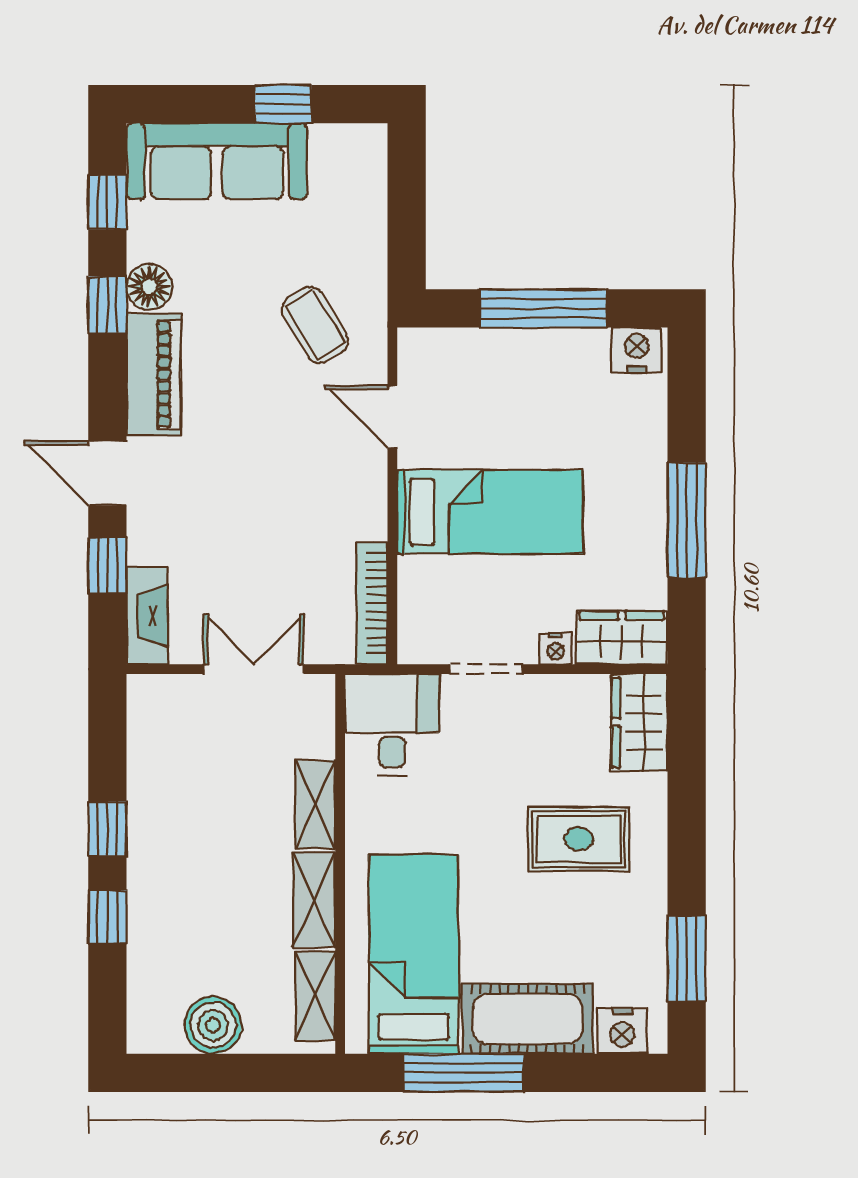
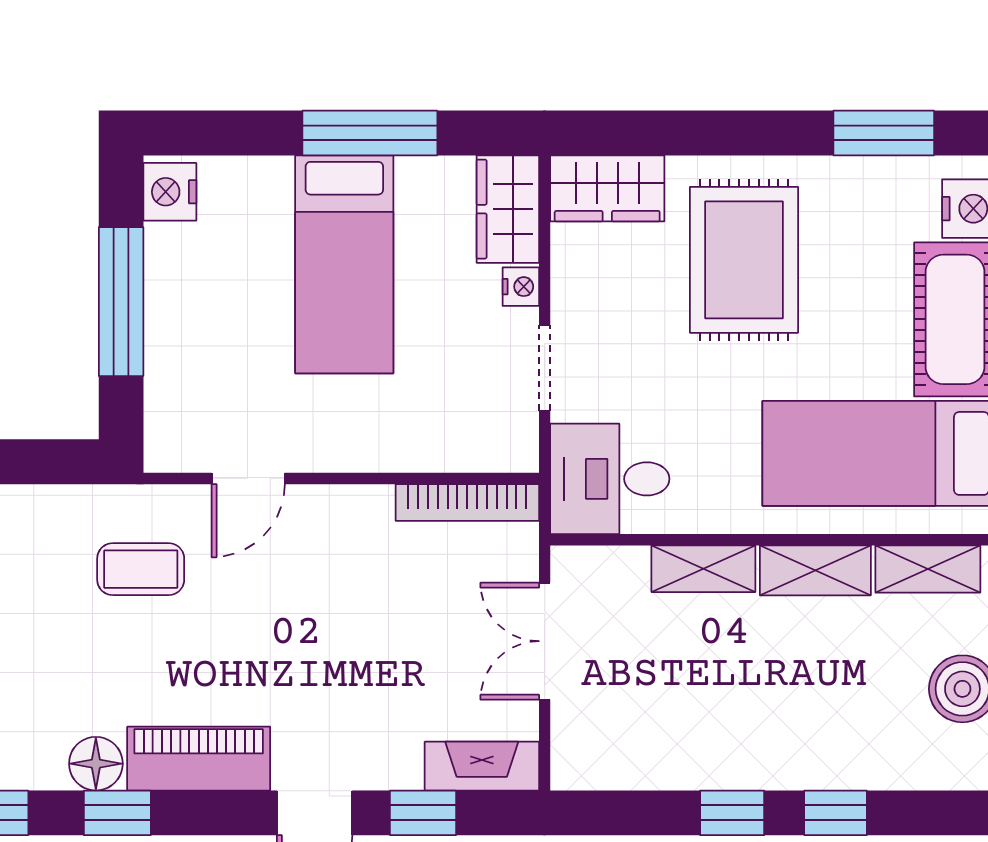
coffee table: (315, 325) -> (141, 569), turned 31
bed: (490, 512) -> (344, 264), moved, turned 180
rug: (579, 839) -> (744, 260), width x1.36, depth x1.43

